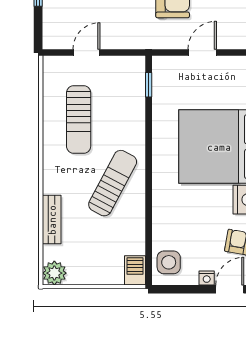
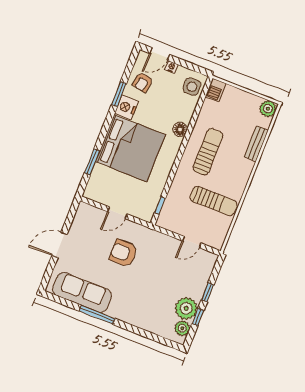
sun lounger: (79, 120) -> (214, 201), turned 90
sun lounger: (113, 183) -> (208, 152), turned 152
floor lamp: (162, 198) -> (180, 129), added

